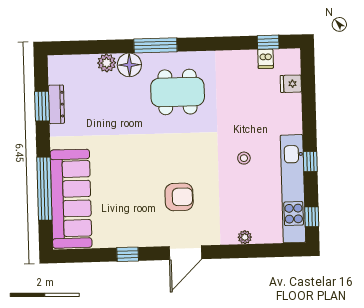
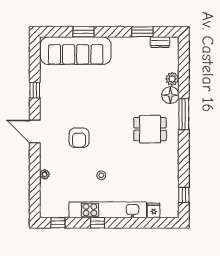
dishwasher: (266, 59) -> (172, 193), removed
dining table: (178, 92) -> (150, 129), width x0.73
dresser: (56, 104) -> (160, 42), moved, width x0.70
window: (44, 189) -> (83, 32), width x0.47
kitchen unit: (293, 189) -> (108, 210), moved
armchair: (179, 197) -> (79, 138), moved

